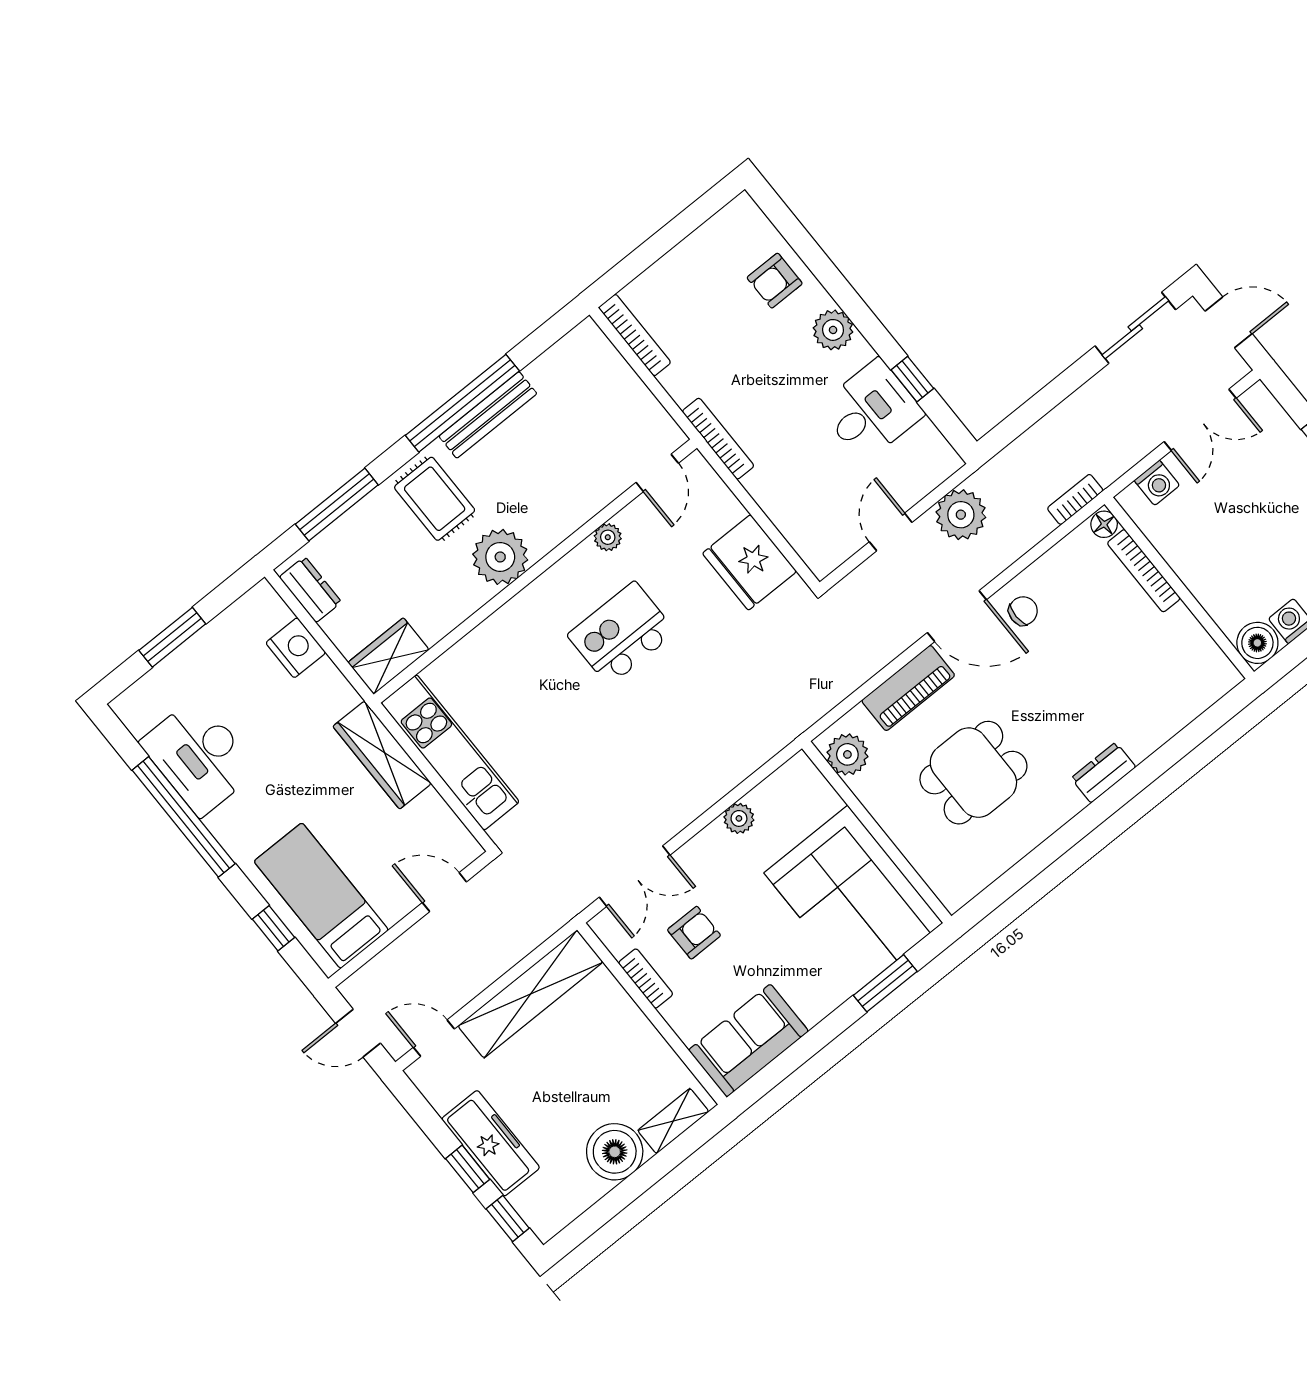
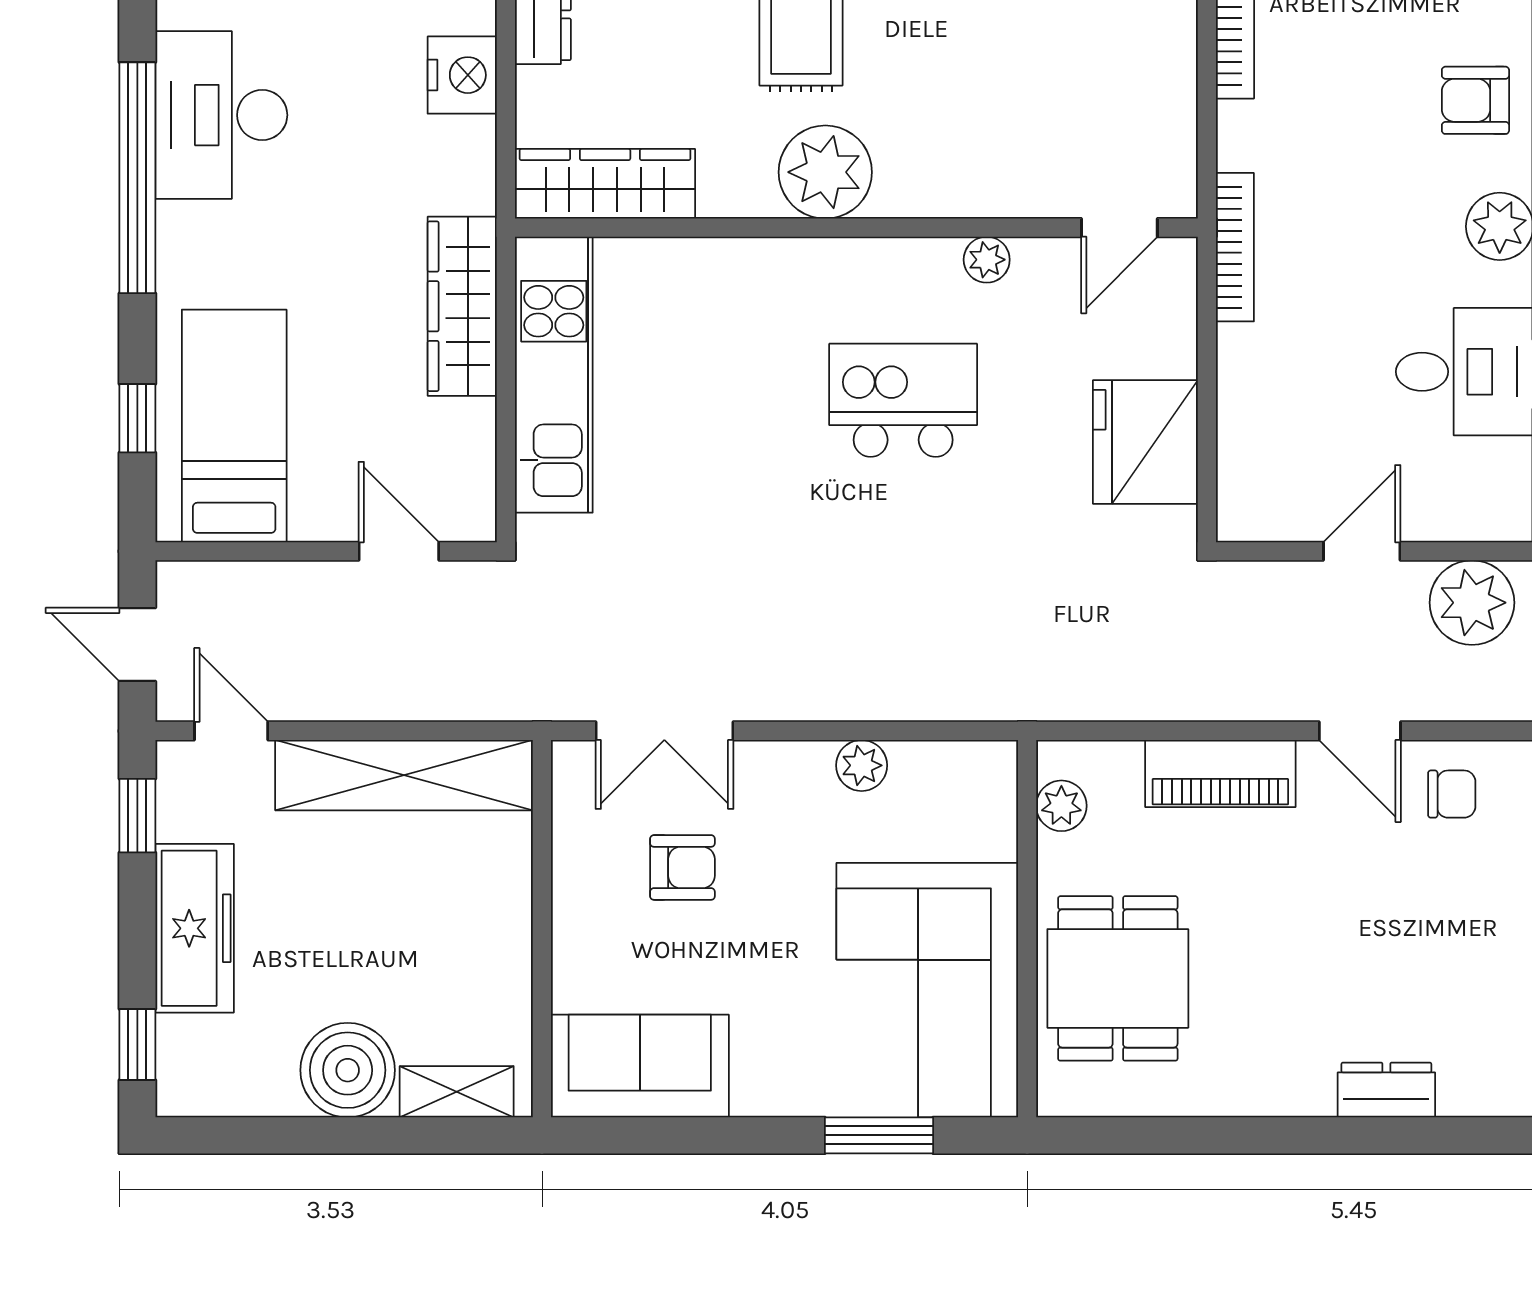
door: (957, 616) -> (1360, 731), width x0.73
wardrobe: (389, 656) -> (605, 184), width x1.50
plant: (847, 754) -> (1061, 806), width x0.73, depth x0.73
dining table: (973, 773) -> (1118, 978), moved, turned 90
bookcase: (646, 978) -> (571, 876), removed
window: (468, 1169) -> (137, 816), moved

